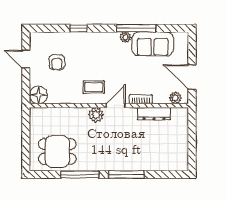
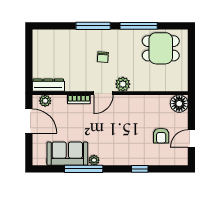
door: (26, 59) -> (191, 139), swing flipped
armchair: (57, 62) -> (161, 136), turned 180
coffee table: (94, 87) -> (125, 111), removed
dresser: (154, 114) -> (48, 85), moved
chair: (116, 142) -> (103, 57), added

